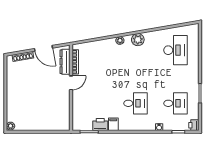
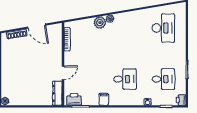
plant: (138, 40) -> (100, 23), moved
dresser: (65, 62) -> (57, 93), moved
door: (71, 83) -> (63, 73), moved
printer: (100, 125) -> (74, 99), moved

